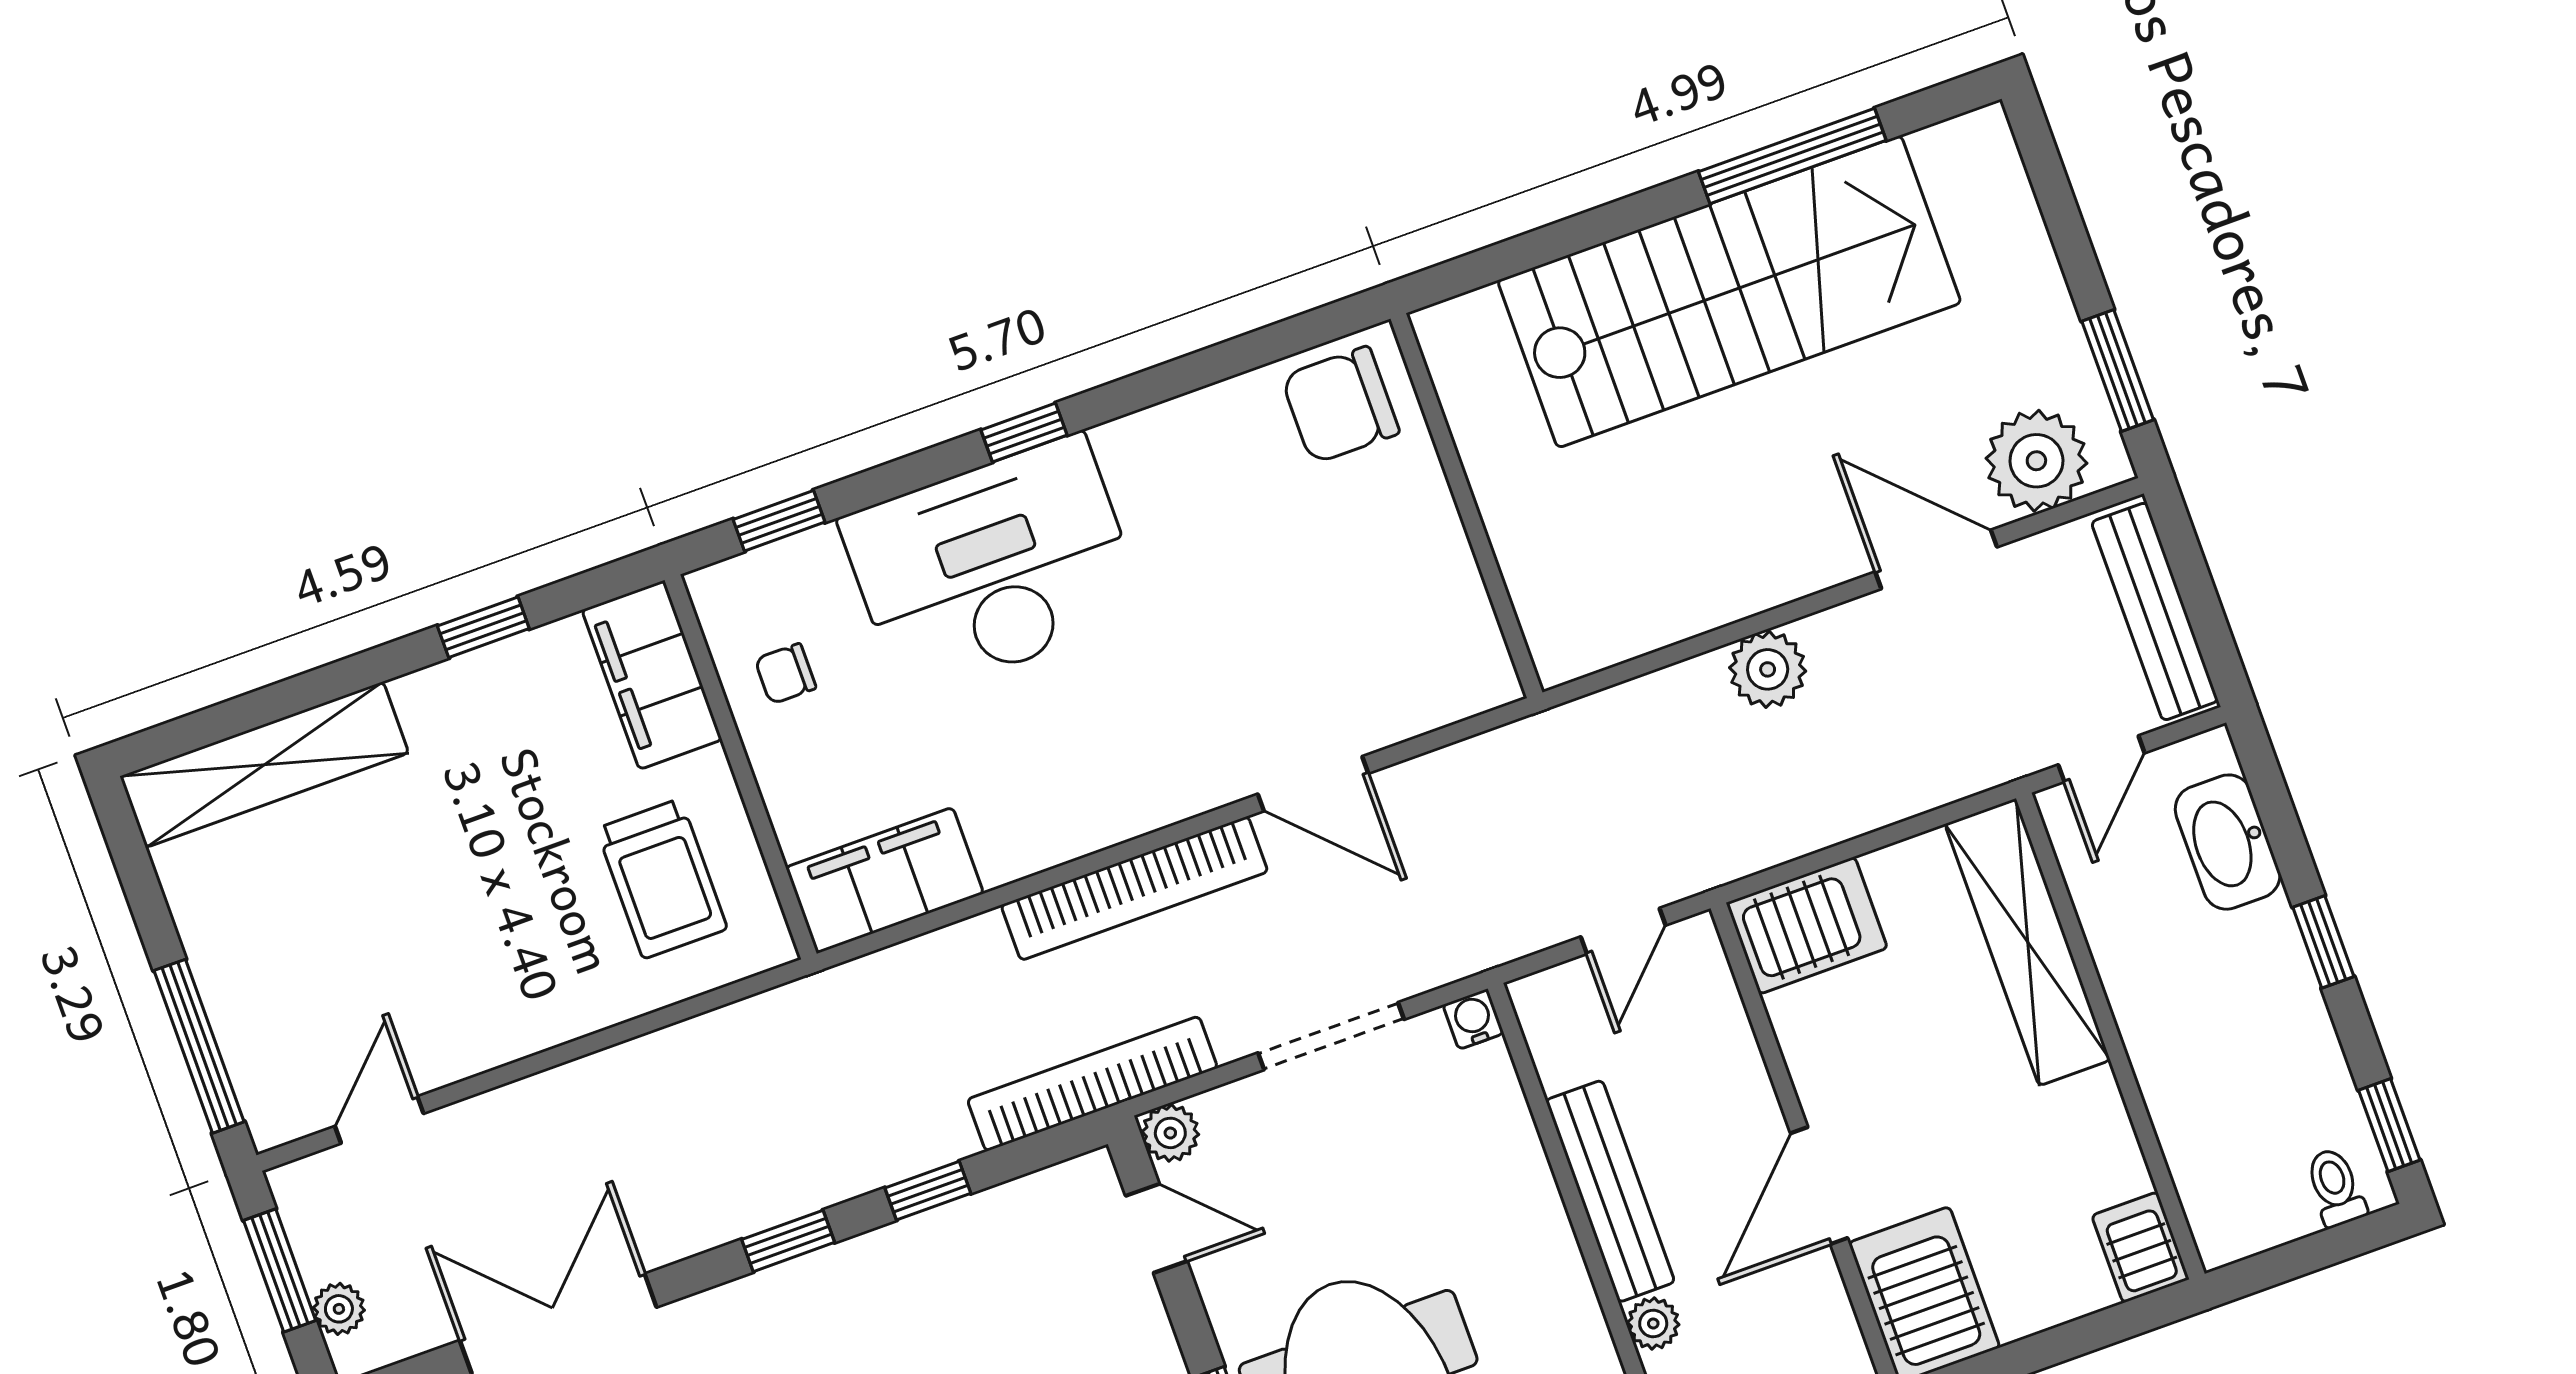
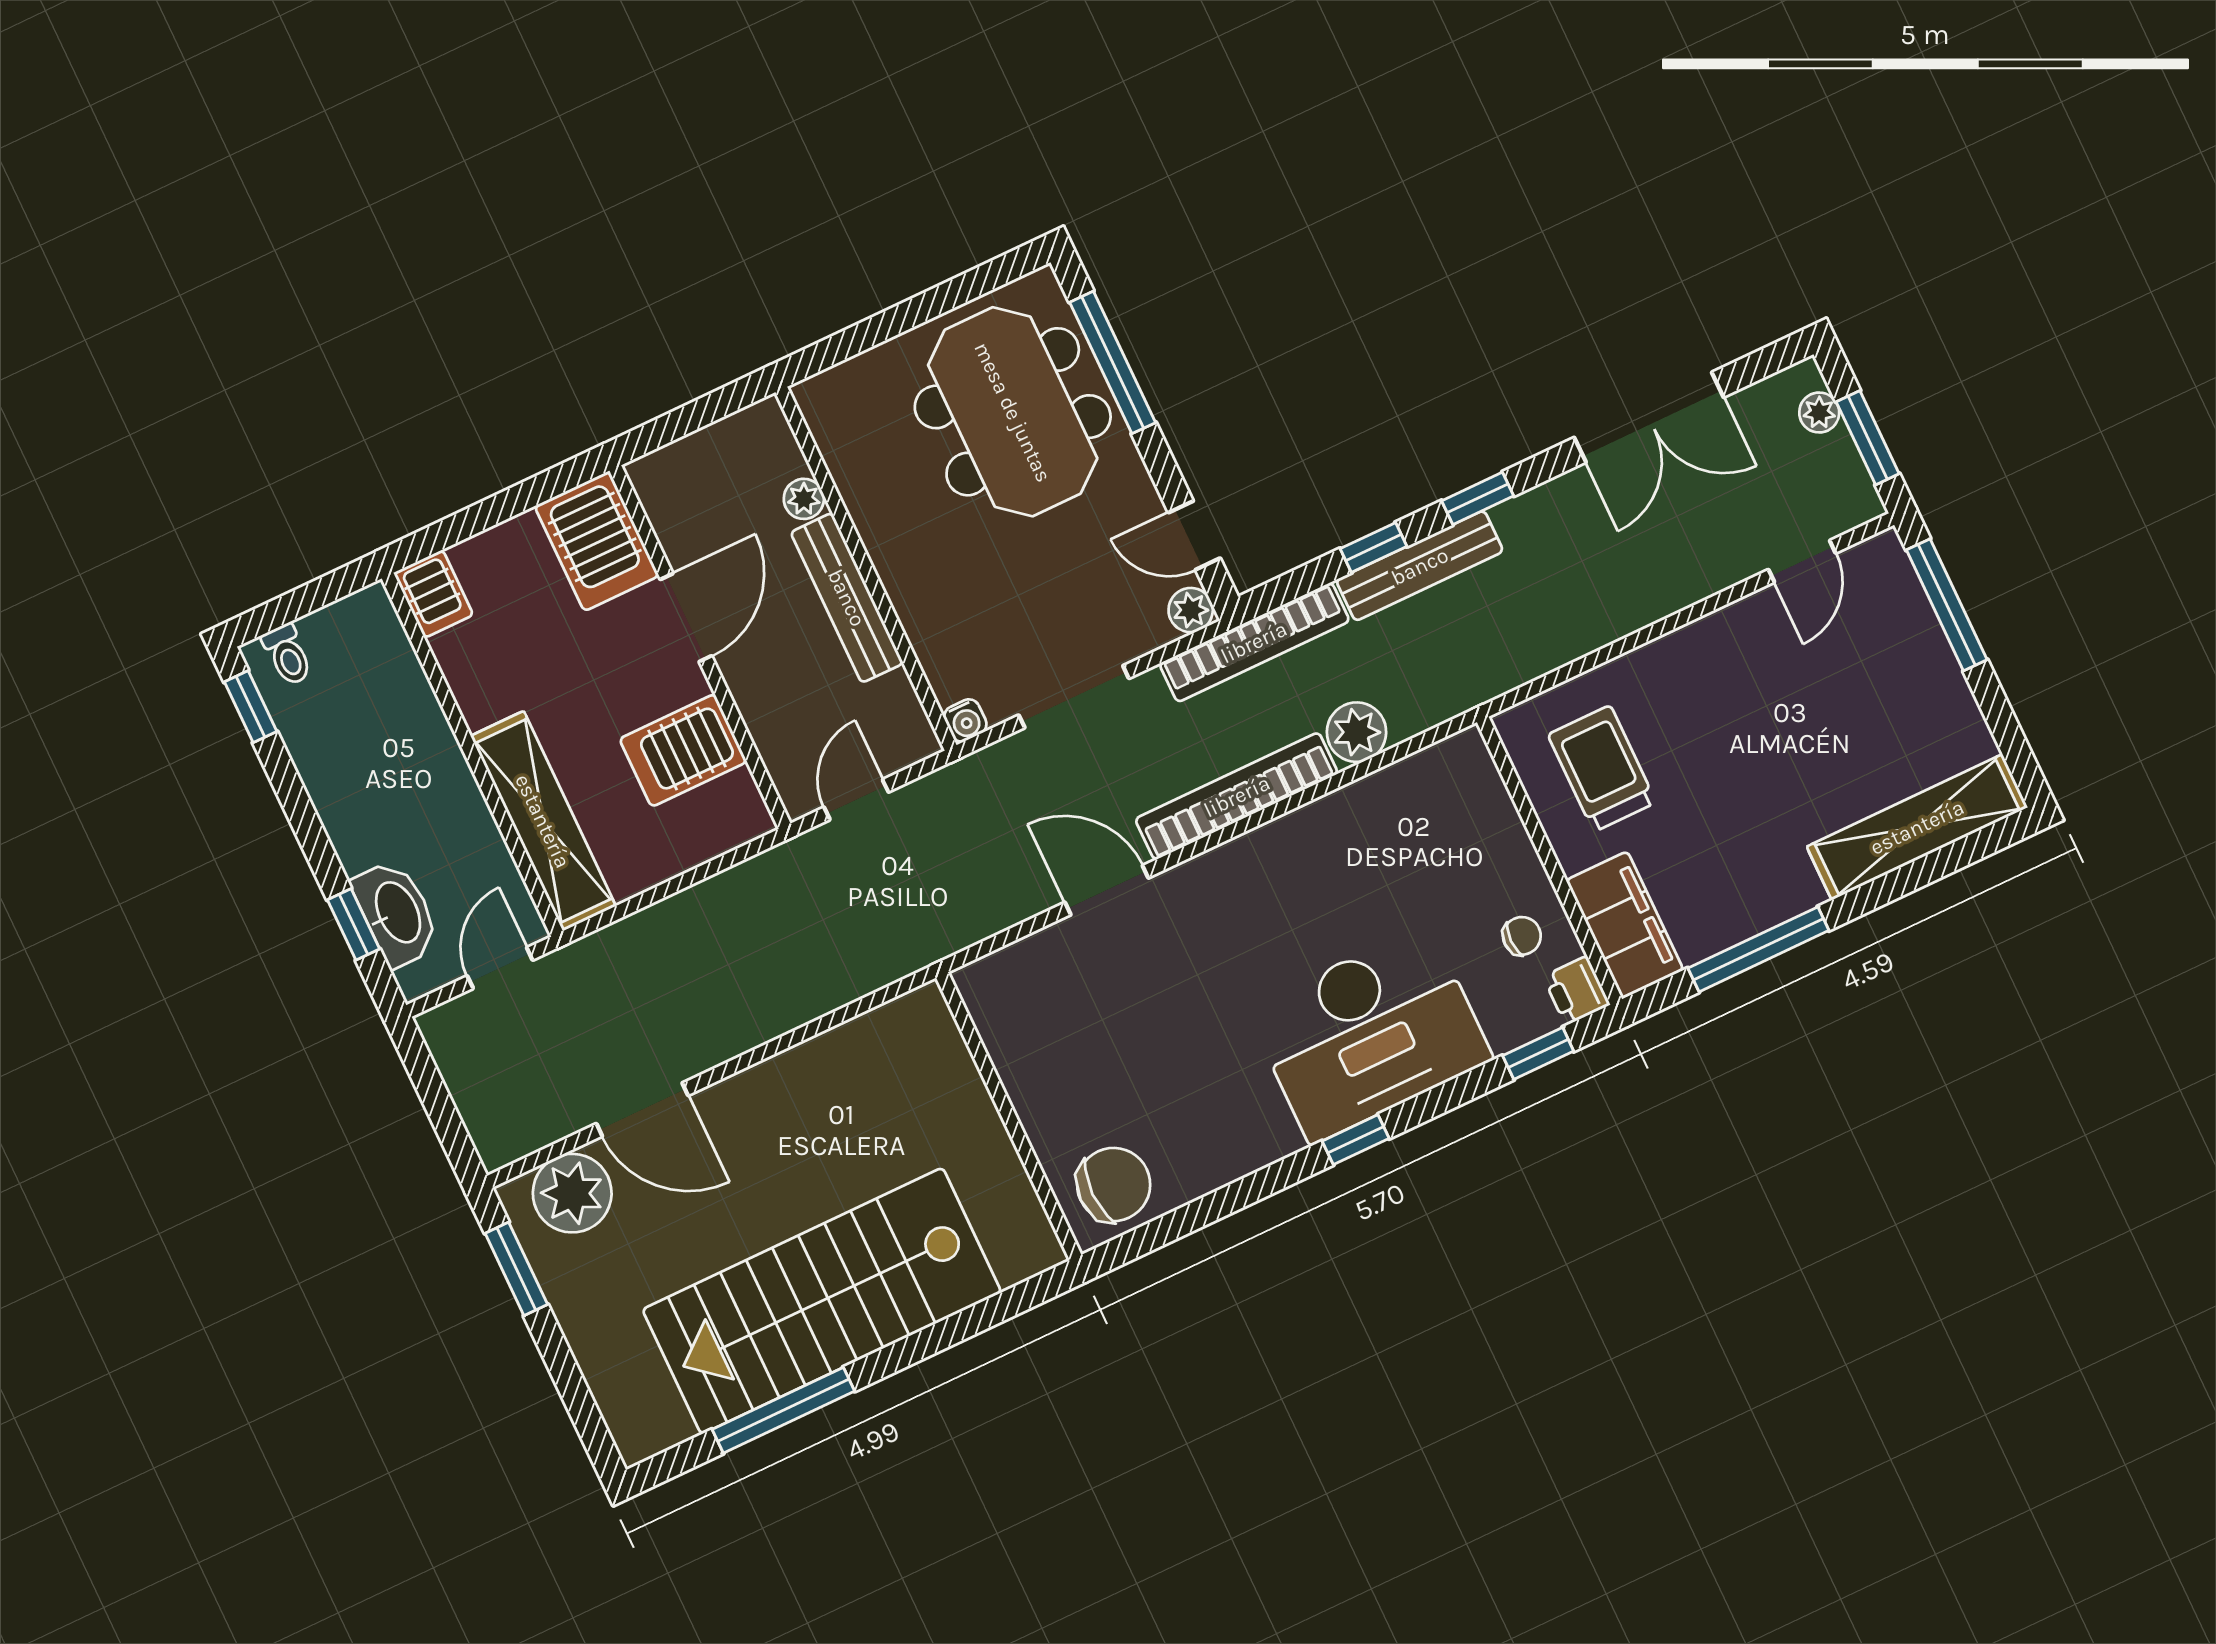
printer: (722, 597) -> (1576, 991), added
bench: (2155, 611) -> (1420, 566), moved, turned 90
window: (483, 627) -> (1758, 949), width x2.17
plant: (1768, 669) -> (1357, 732), moved
filing cabinet: (885, 880) -> (1430, 784), removed
server rack: (1807, 925) -> (683, 750), moved
window: (2323, 942) -> (353, 924), moved

